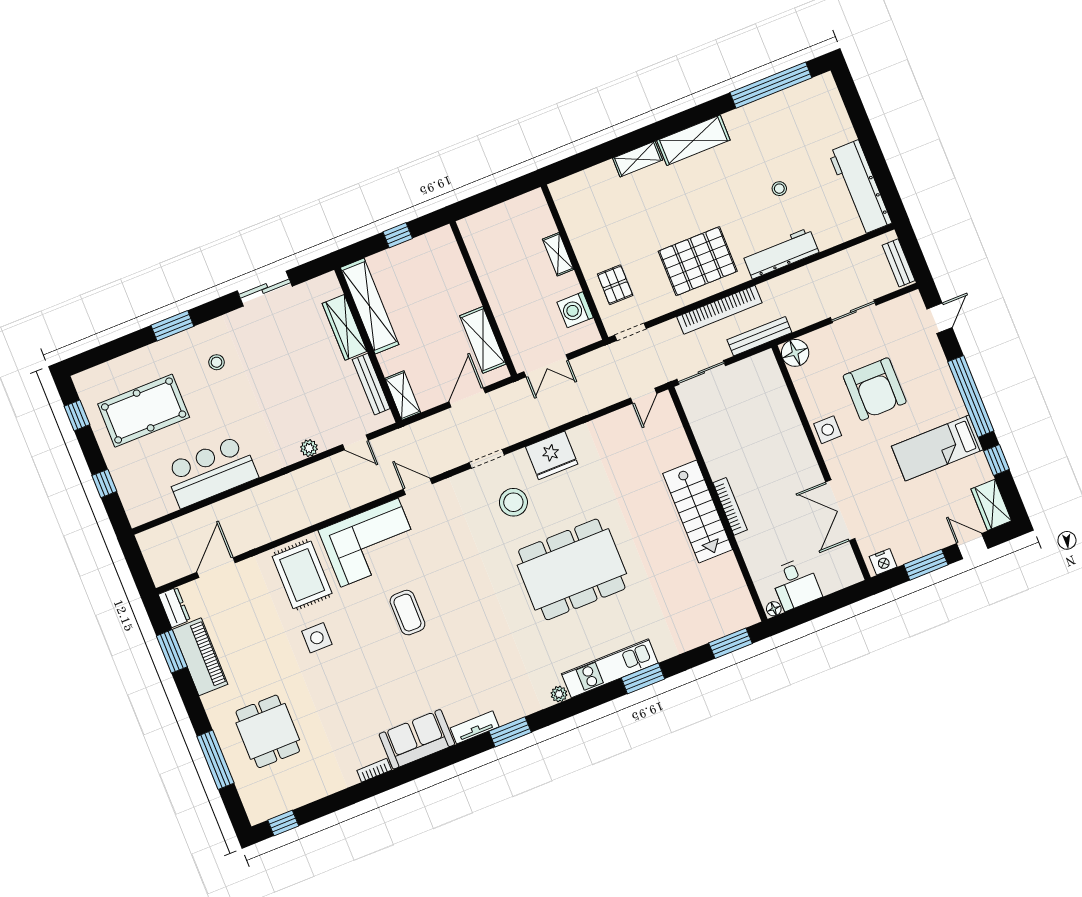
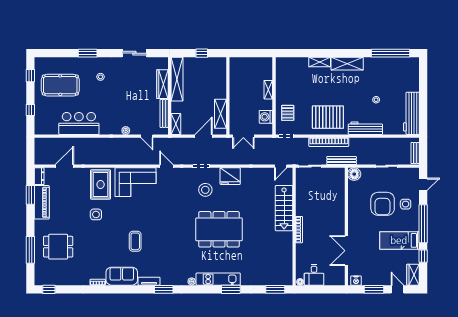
side table: (828, 430) -> (406, 204), moved
stairs: (698, 511) -> (284, 208), moved
coffee table: (407, 613) -> (135, 241), moved
dining table: (268, 731) -> (58, 247), turned 90

